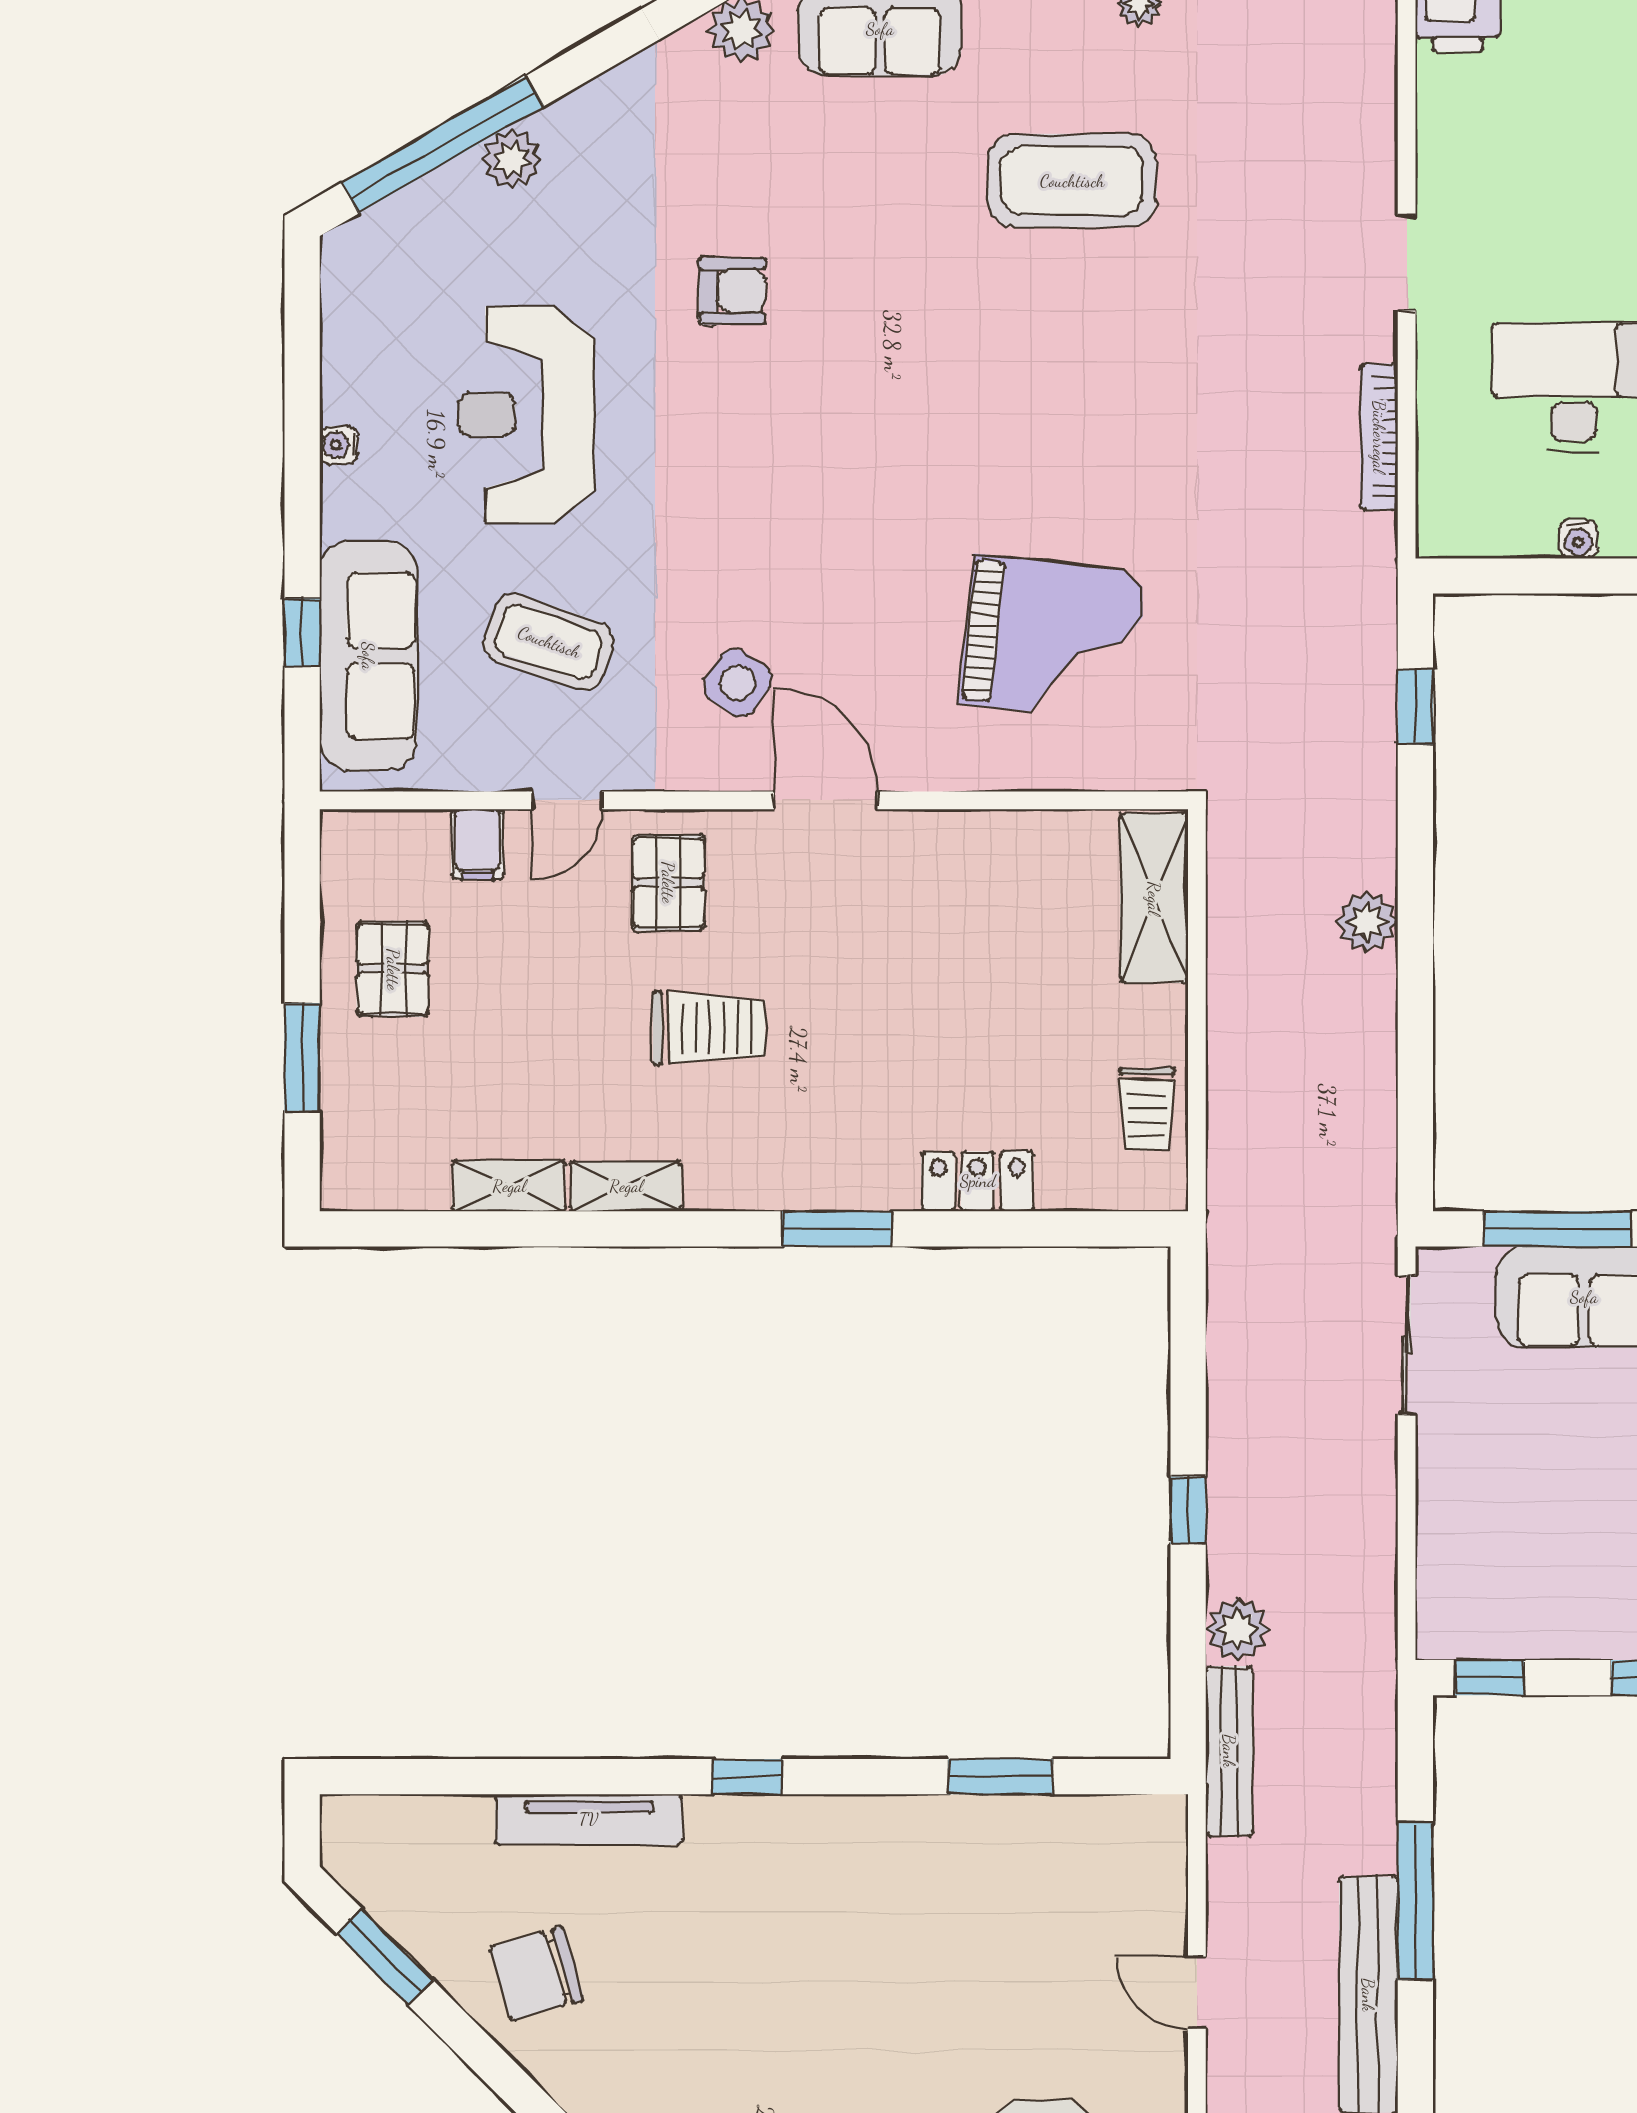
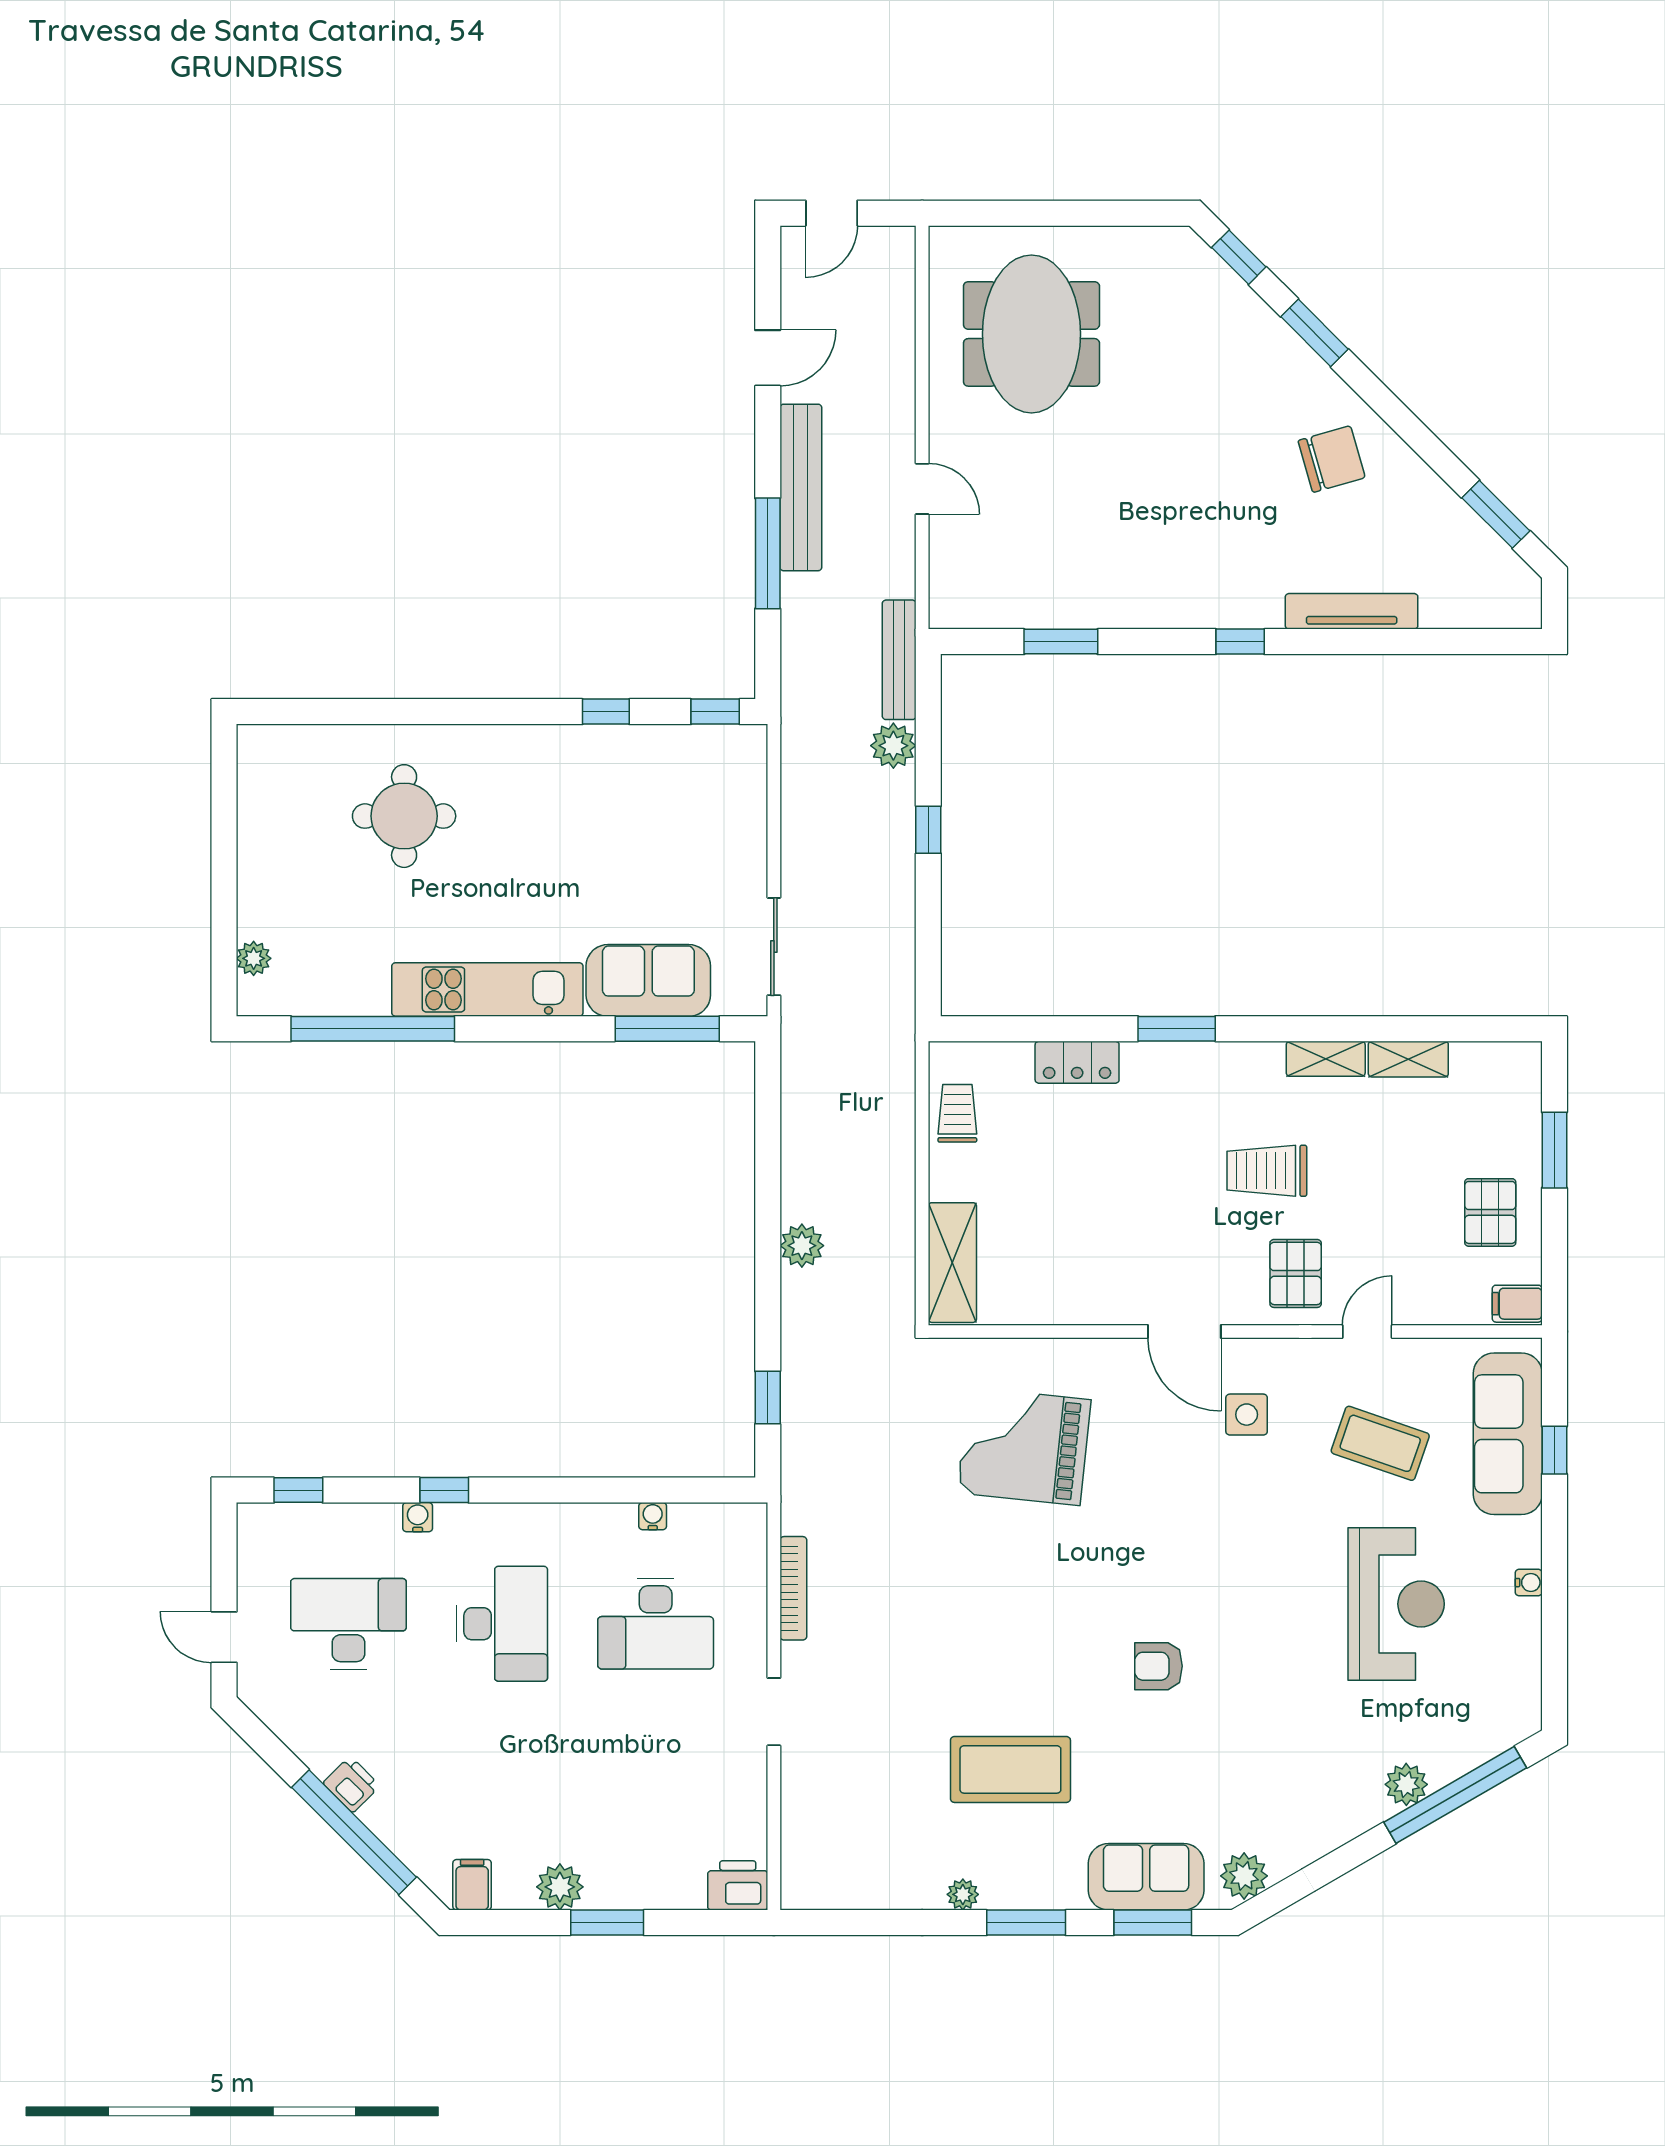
armchair: (732, 291) -> (1159, 1666), moved
side table: (738, 683) -> (1247, 1415), turned -35
filing cabinet: (477, 844) -> (1517, 1304), moved, turned -90
chair: (536, 1974) -> (1332, 459), moved

